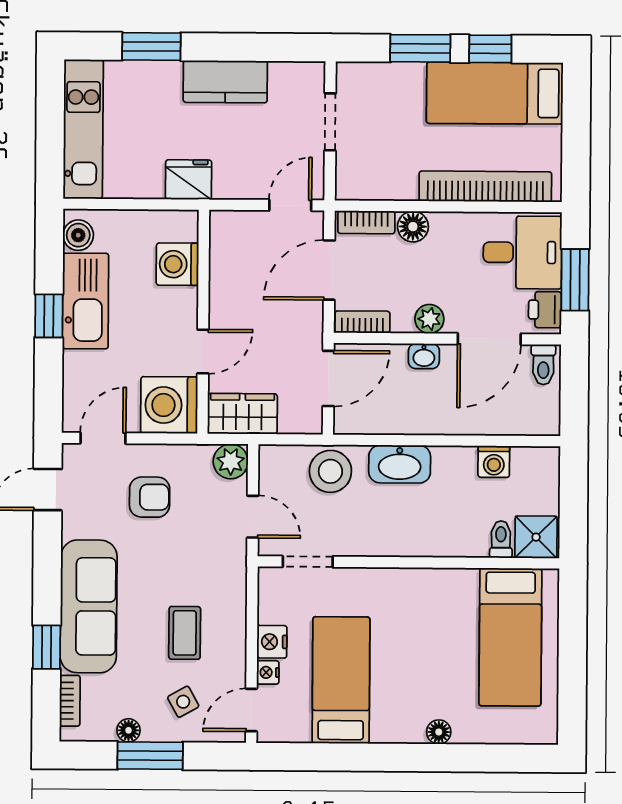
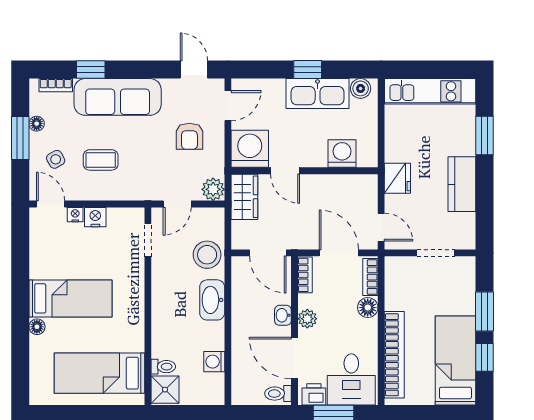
fridge: (189, 180) -> (397, 178), moved
door: (103, 438) -> (228, 106), hinge flipped
bed: (341, 680) -> (70, 298), moved

